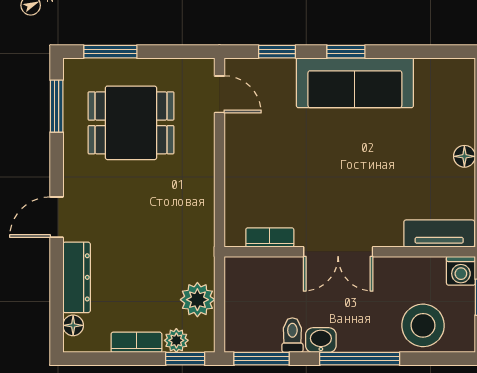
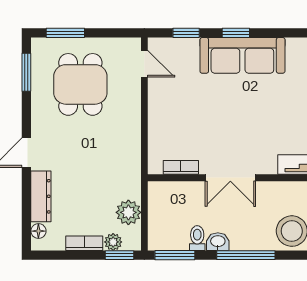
dining table: (131, 123) -> (80, 84), turned 90

